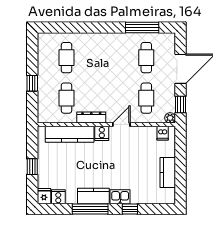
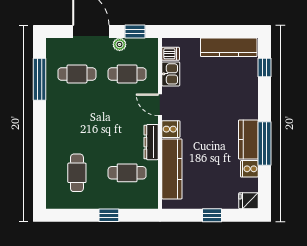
cafe table: (67, 58) -> (77, 173), turned 90
plant: (170, 118) -> (120, 44), moved
kitchen counter: (168, 173) -> (229, 47), width x1.50
cooker: (58, 197) -> (249, 169), moved
kitchen sink: (120, 197) -> (171, 74), moved, turned 180
window: (130, 209) -> (265, 68), moved

